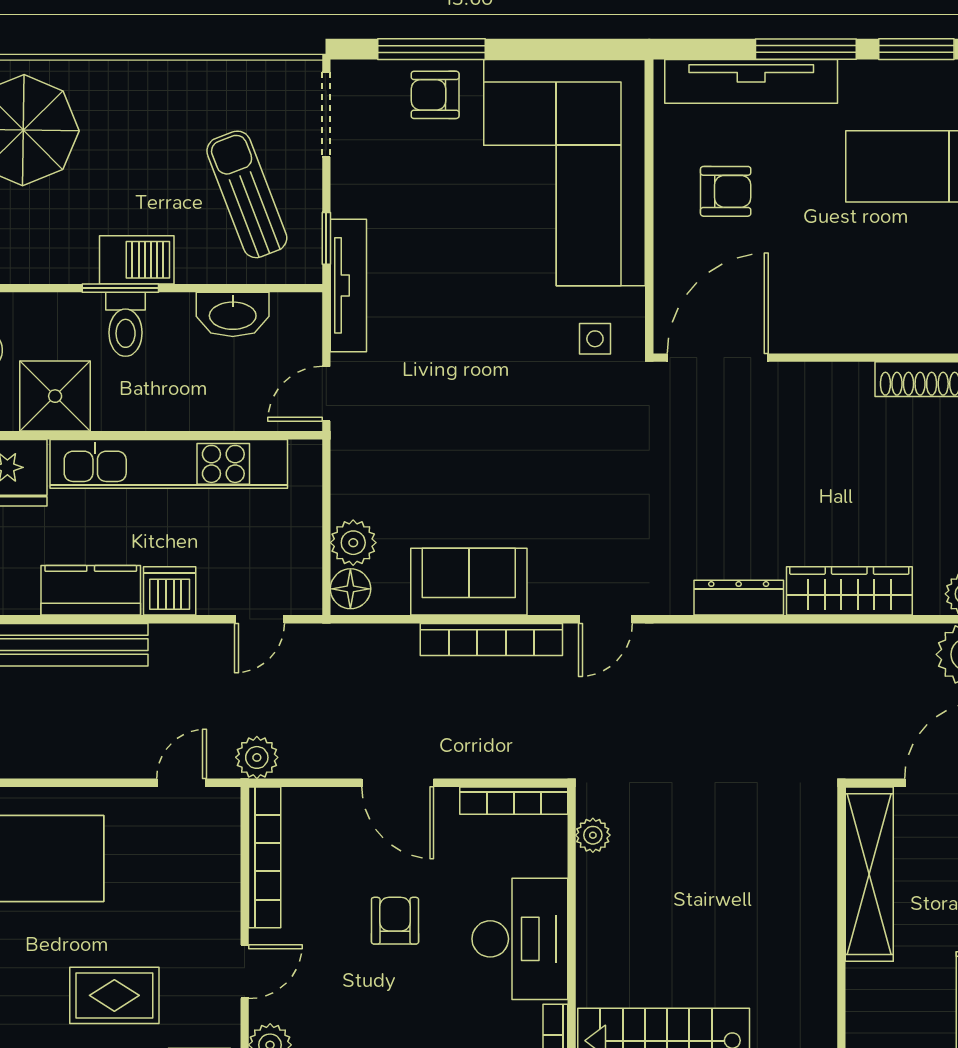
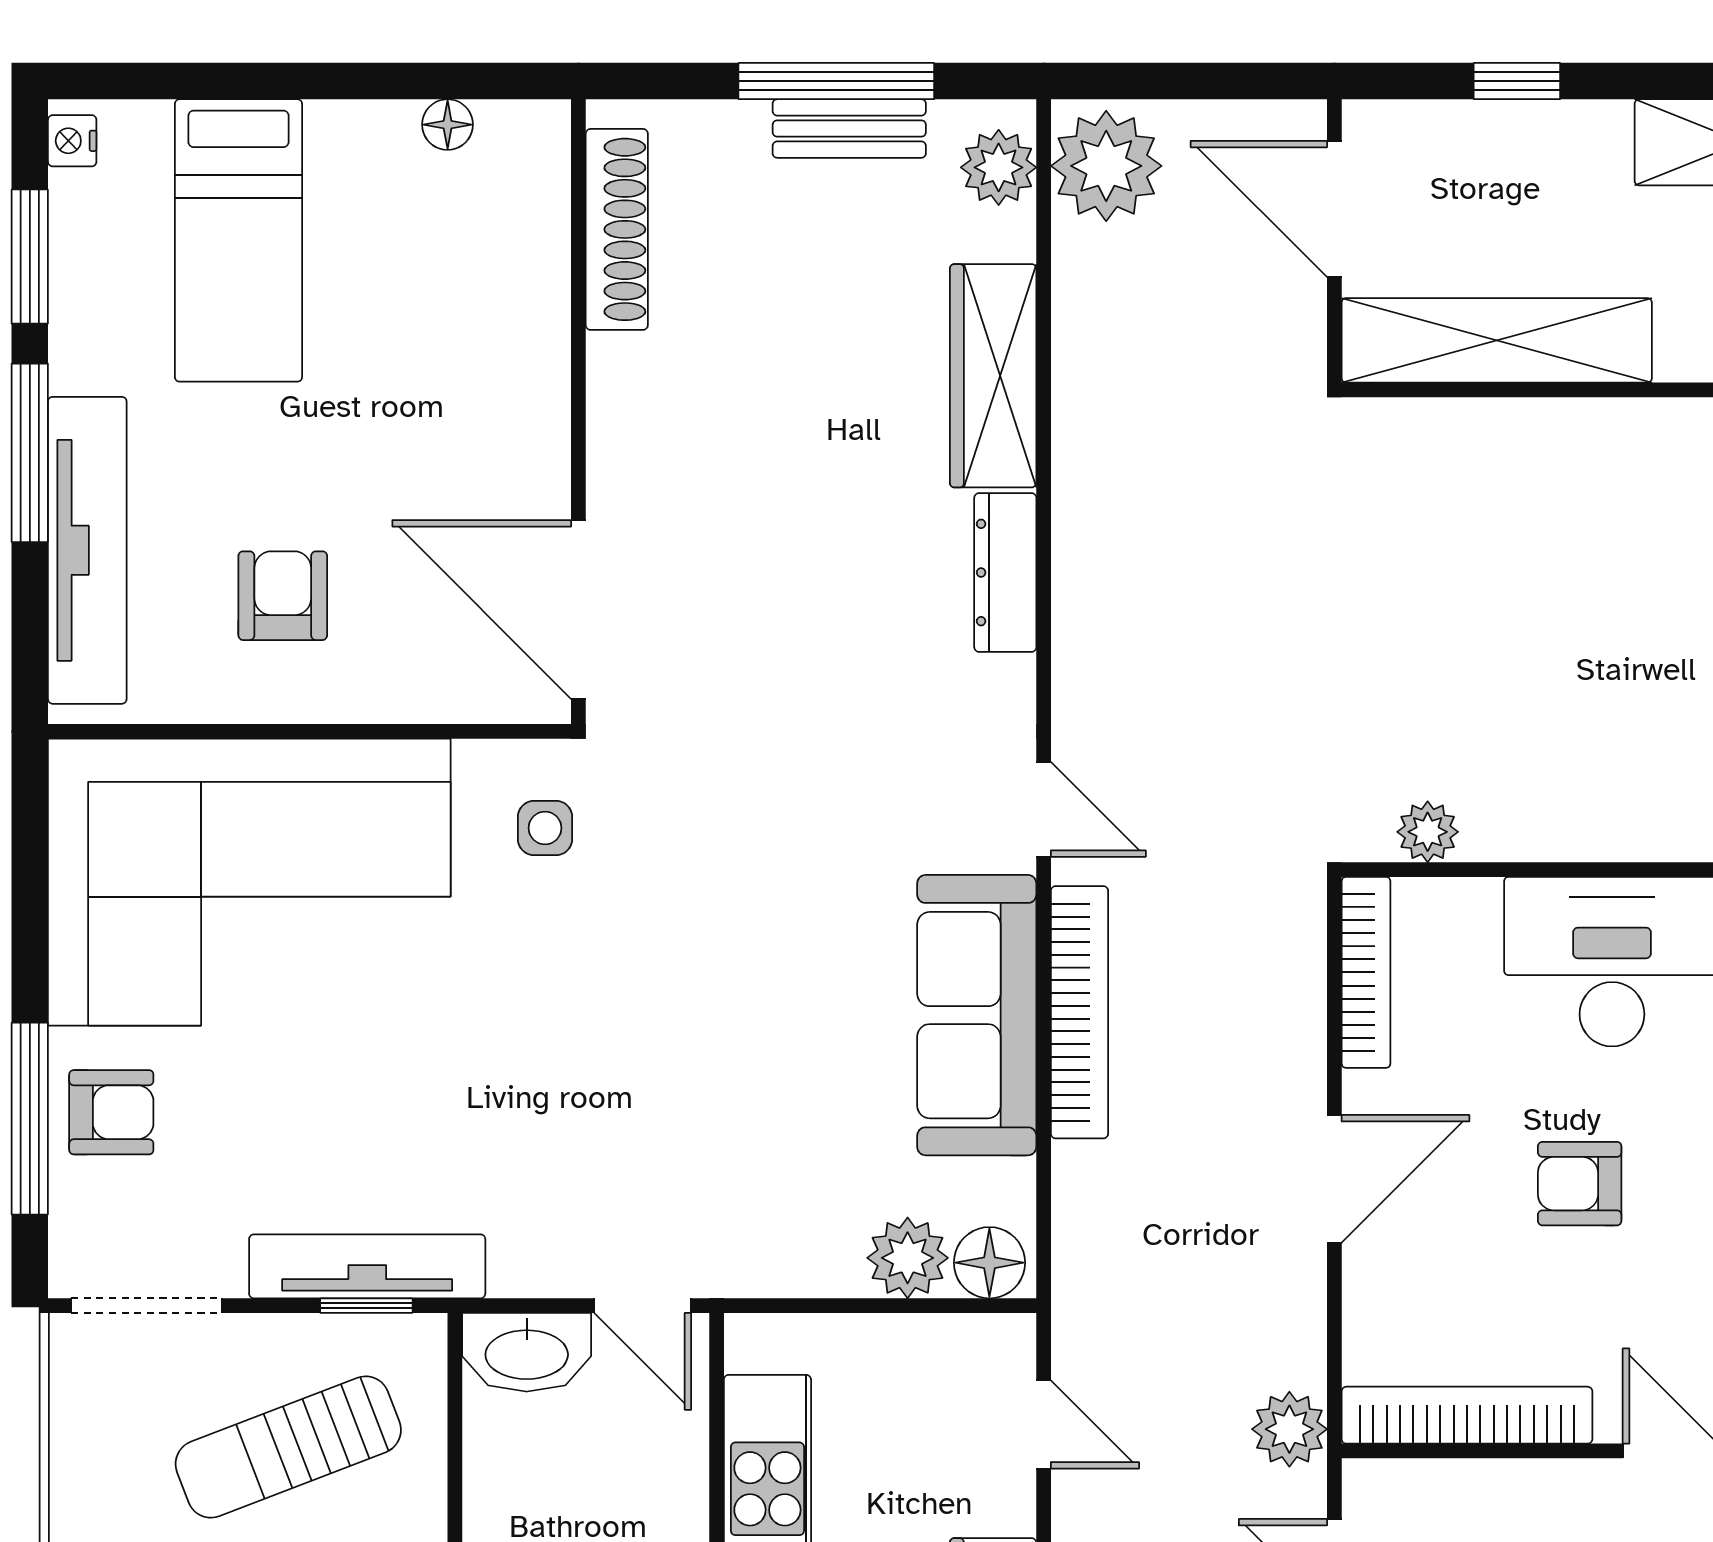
armchair: (435, 95) -> (111, 1112), turned -90
tv unit: (348, 285) -> (367, 1266), moved
washbasin: (233, 314) -> (527, 1352), moved, turned 90
sofa: (469, 582) -> (977, 1015), width x1.36

